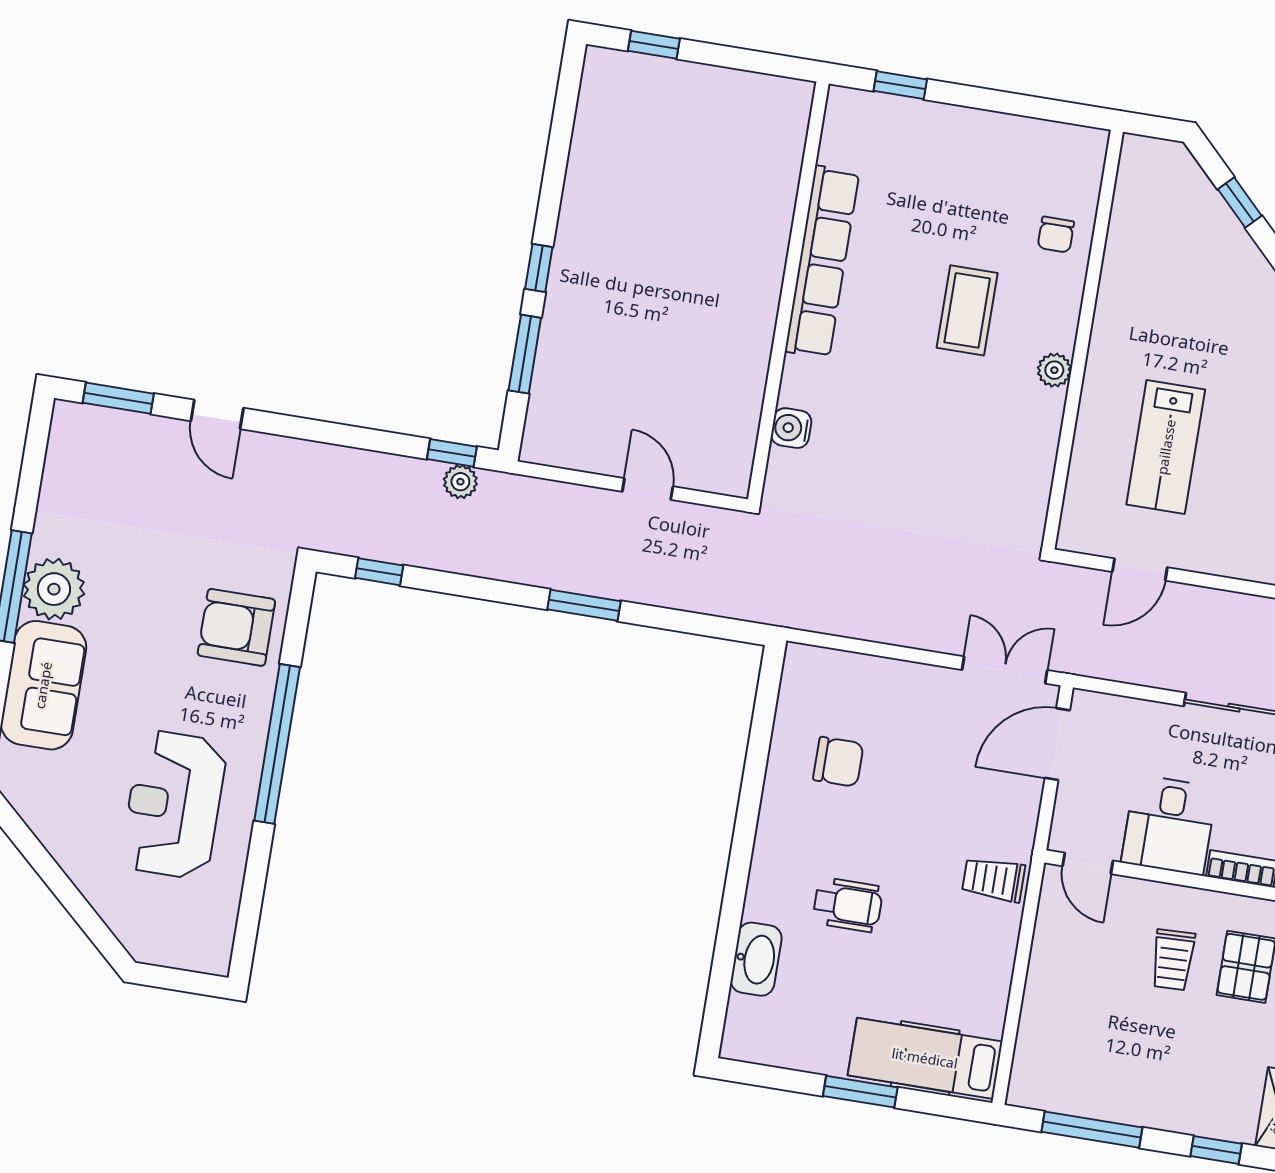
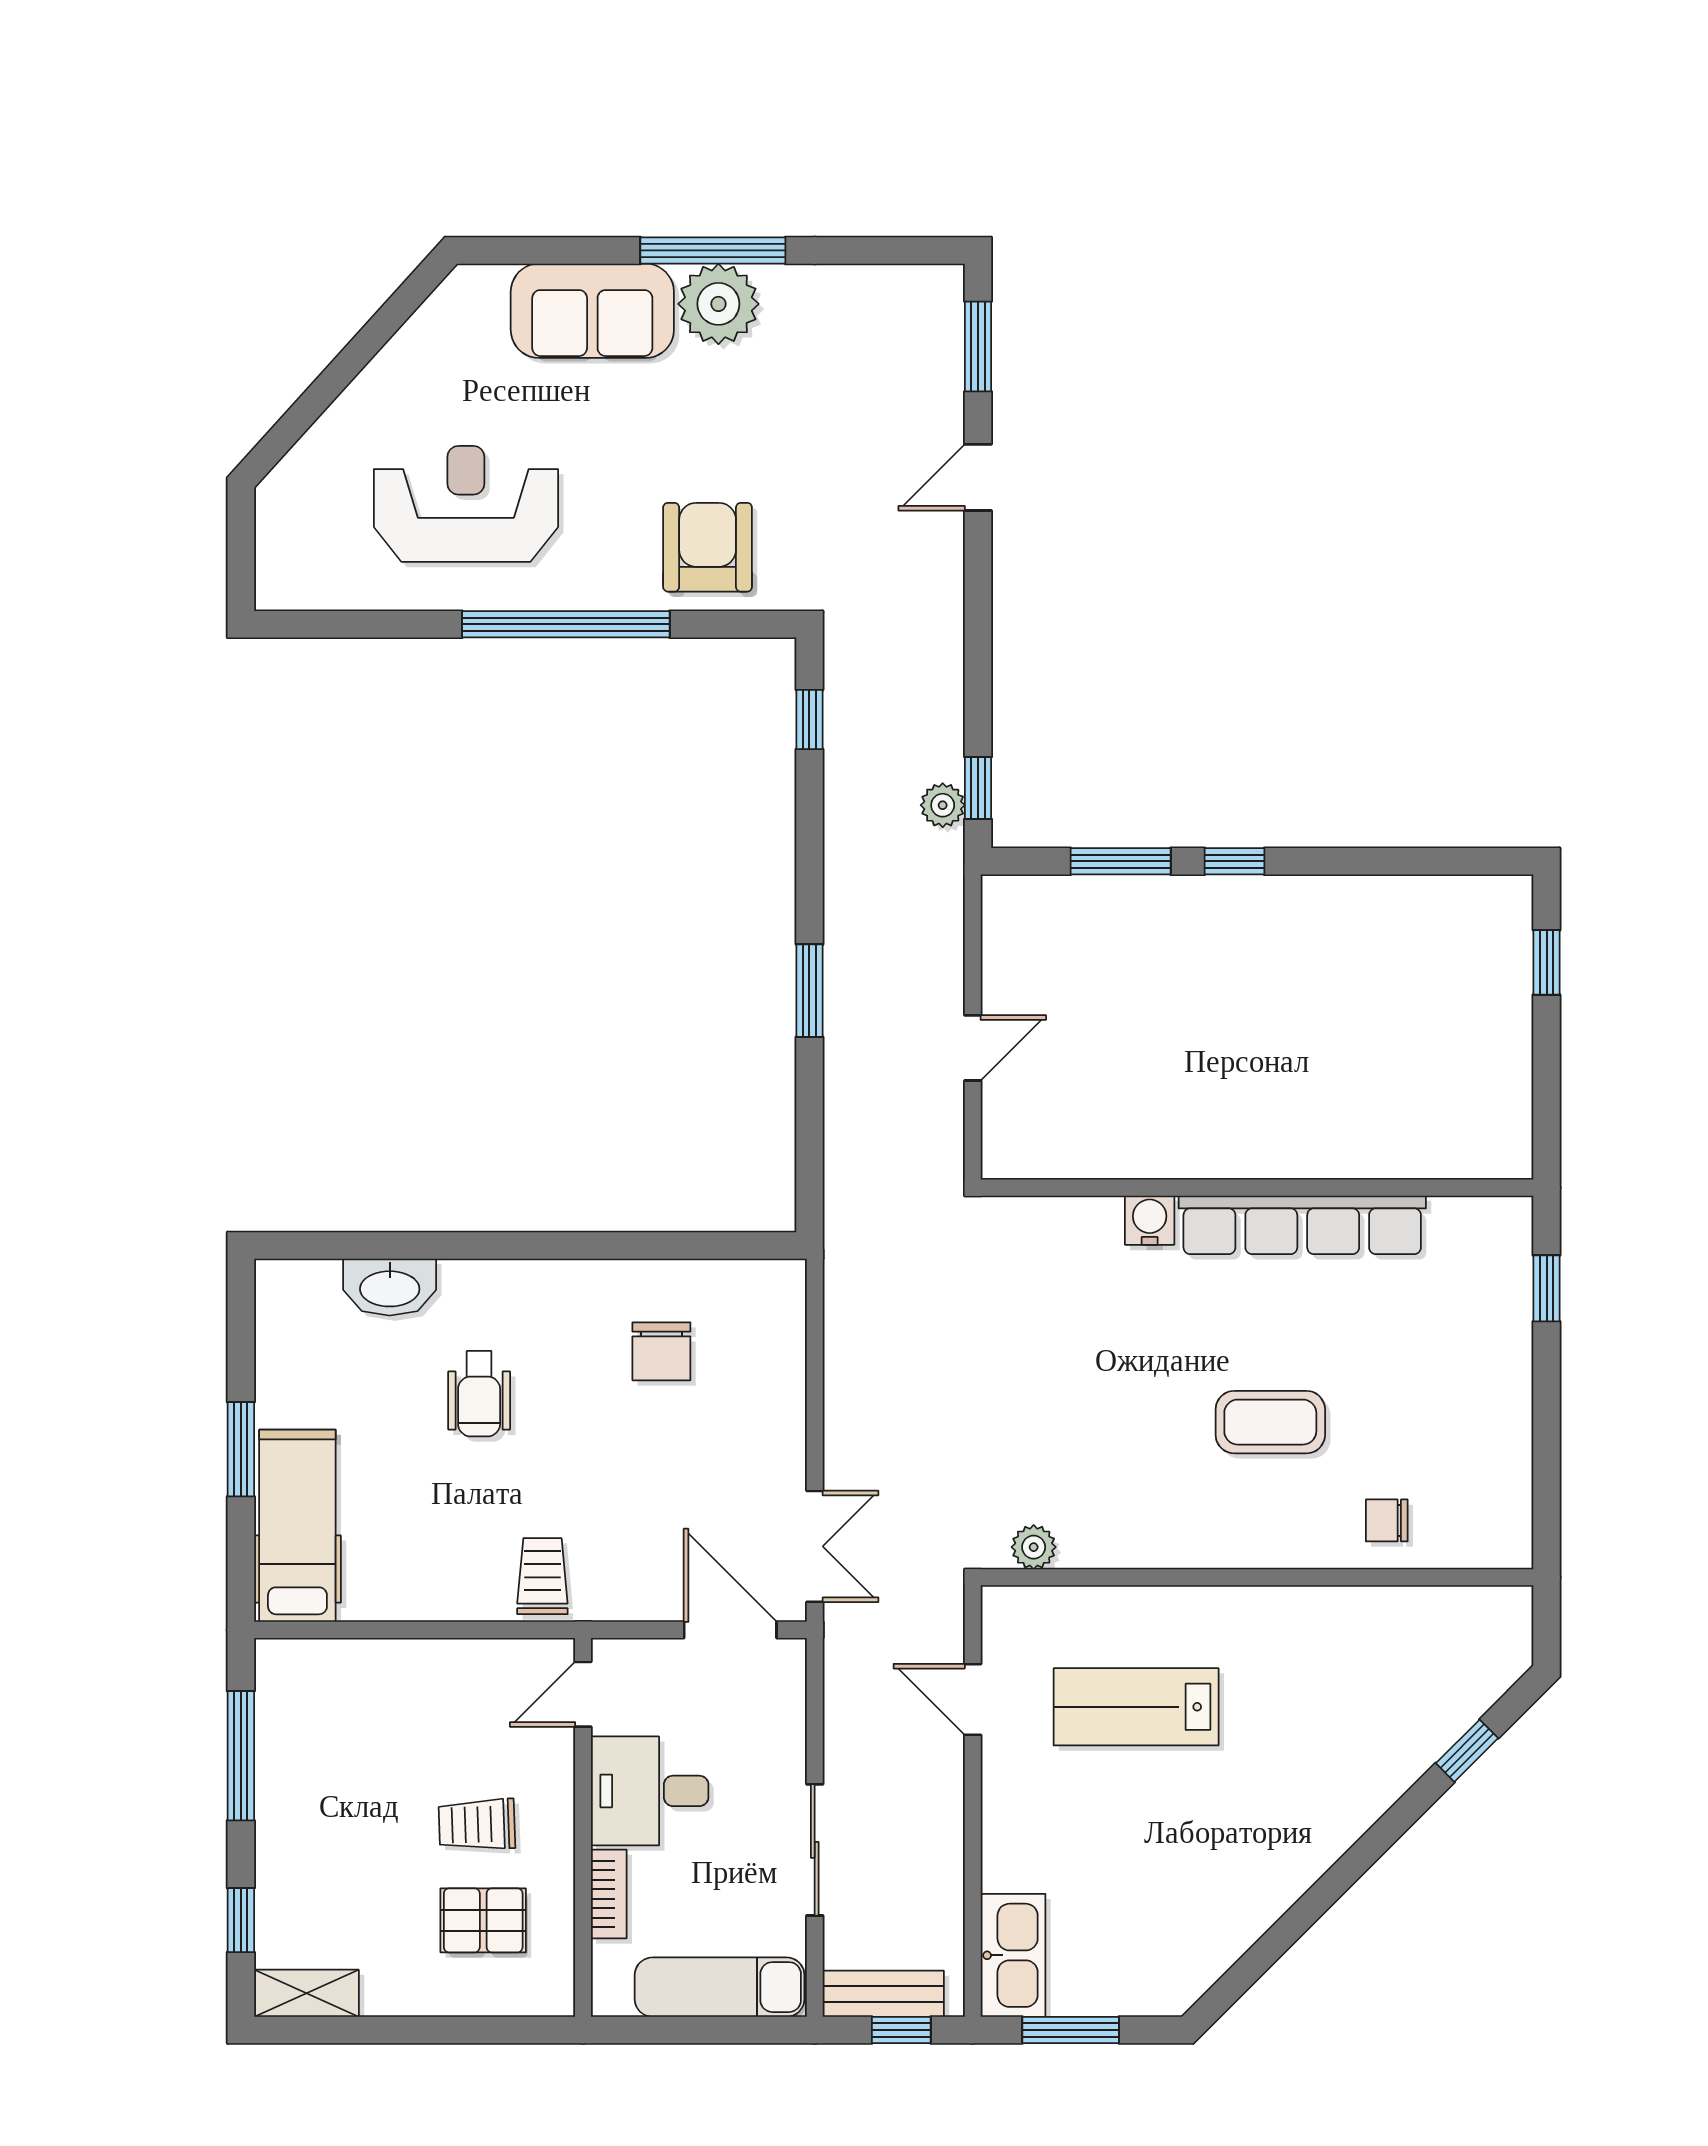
plant: (1054, 370) -> (1034, 1547), moved
water cooler: (791, 428) -> (1150, 1220), moved

